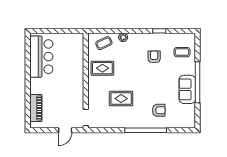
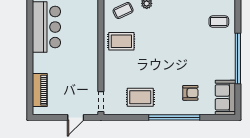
armchair: (154, 57) -> (185, 27), removed
sofa: (187, 89) -> (225, 97), moved
rug: (121, 99) -> (140, 97), moved

